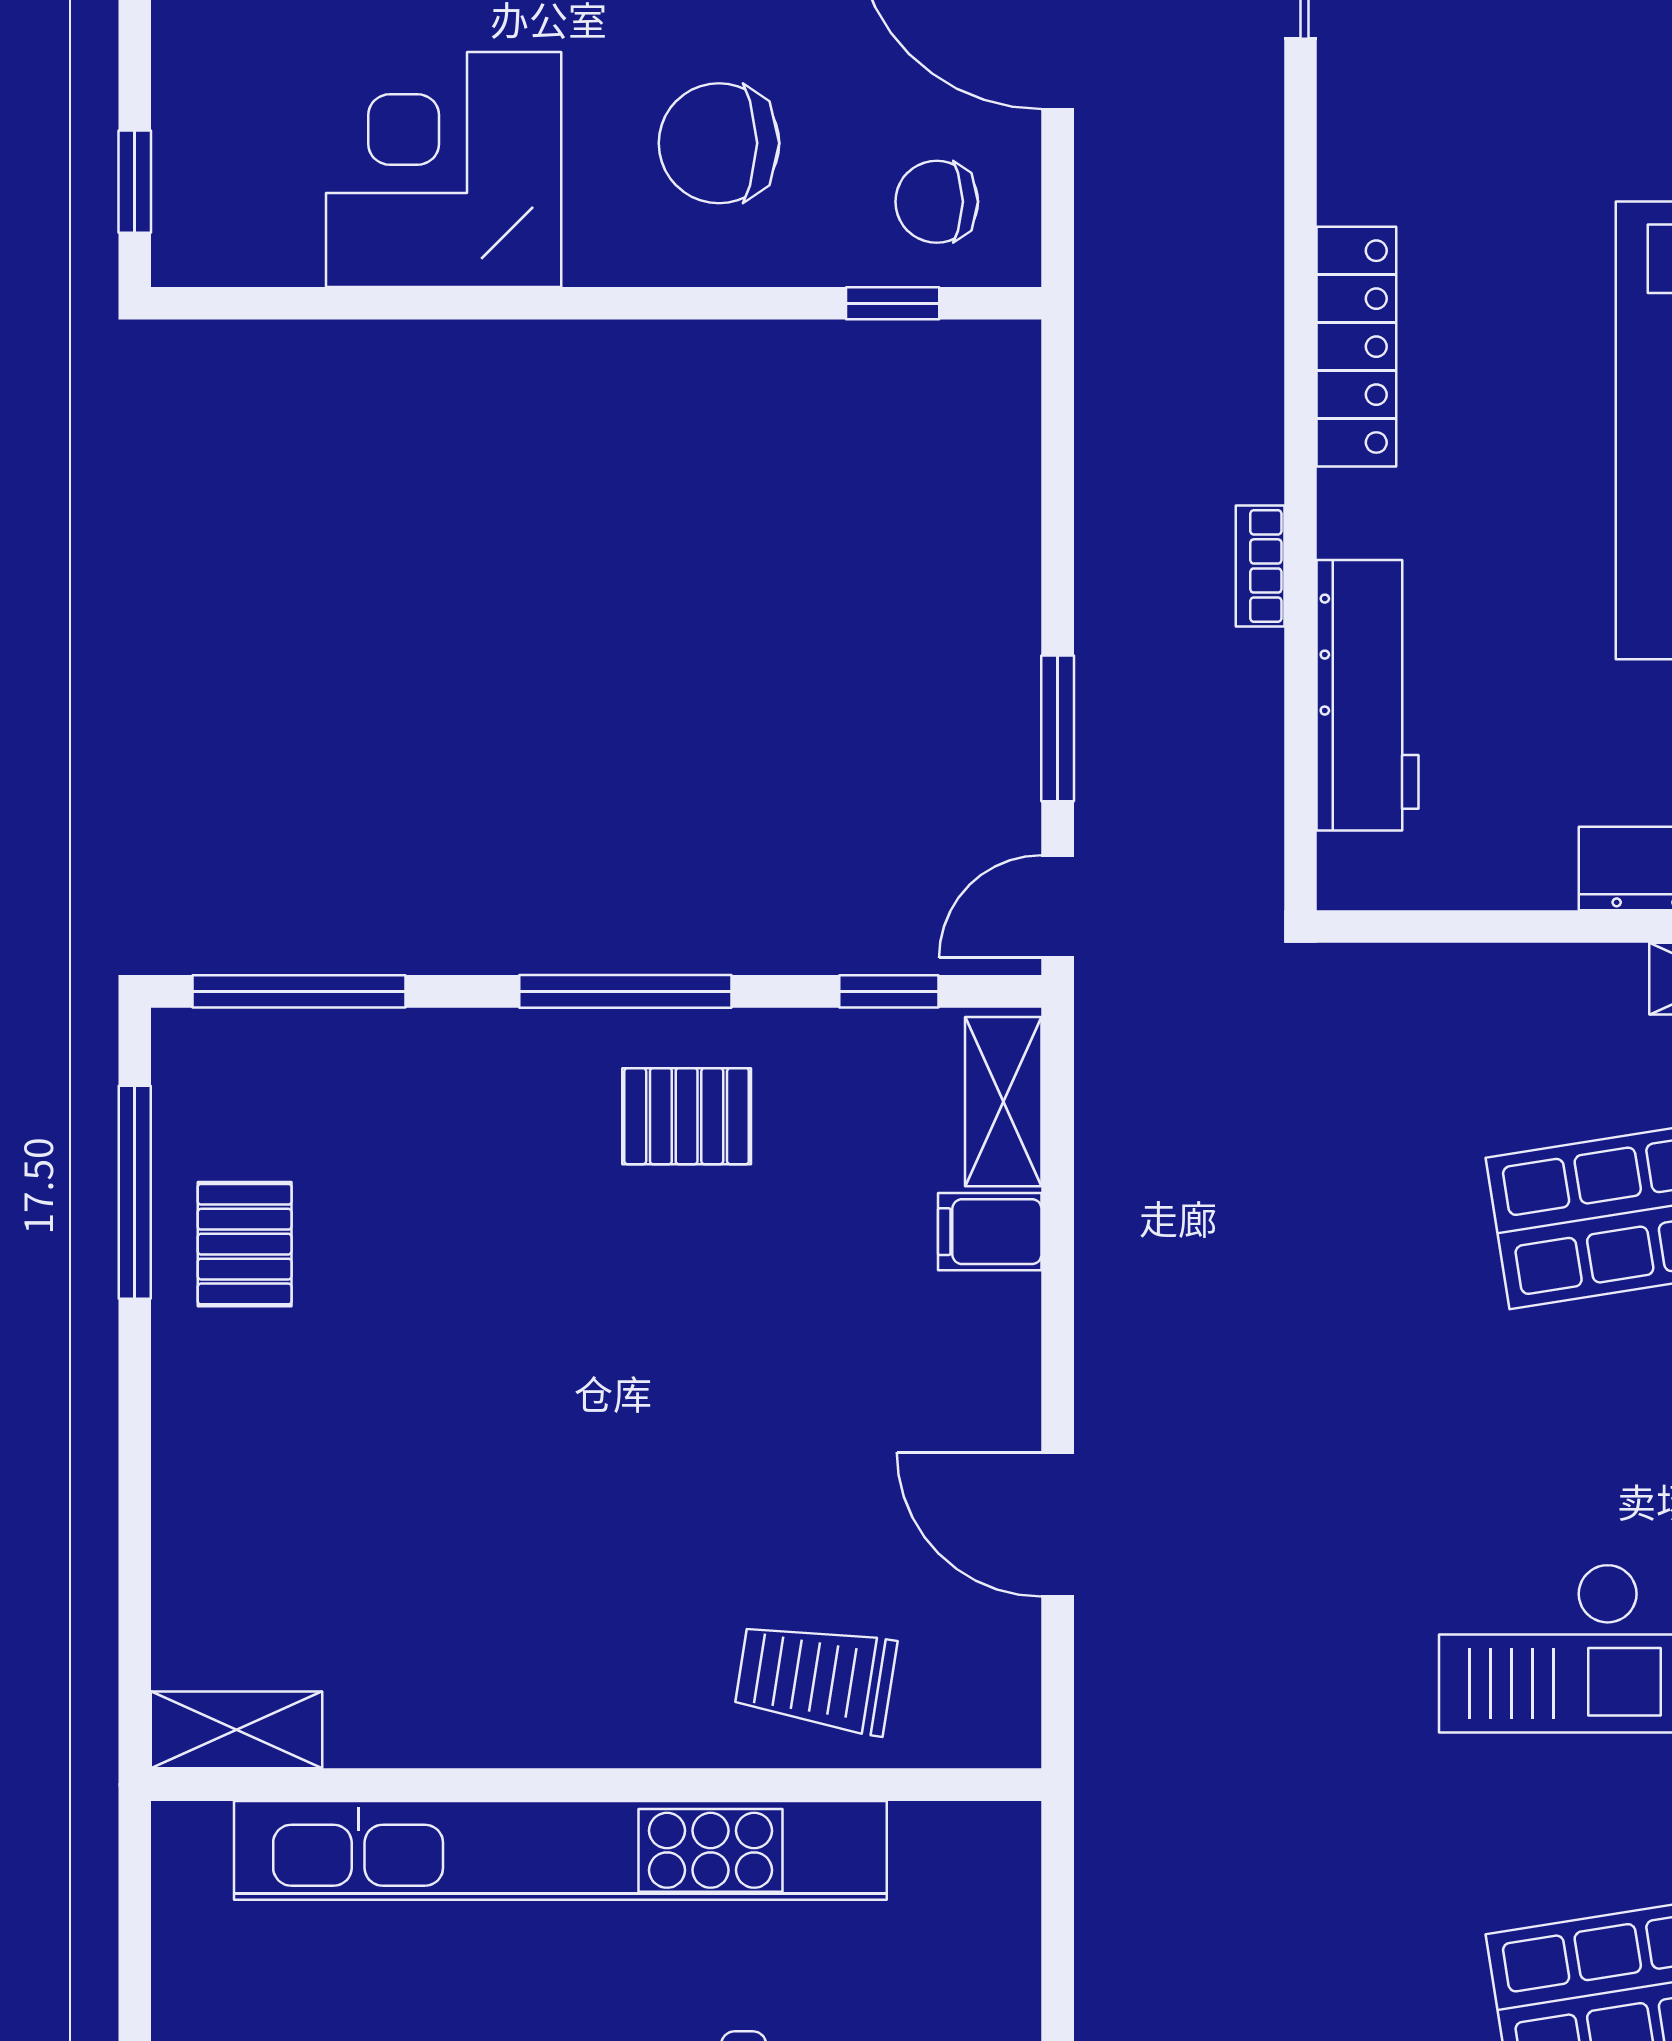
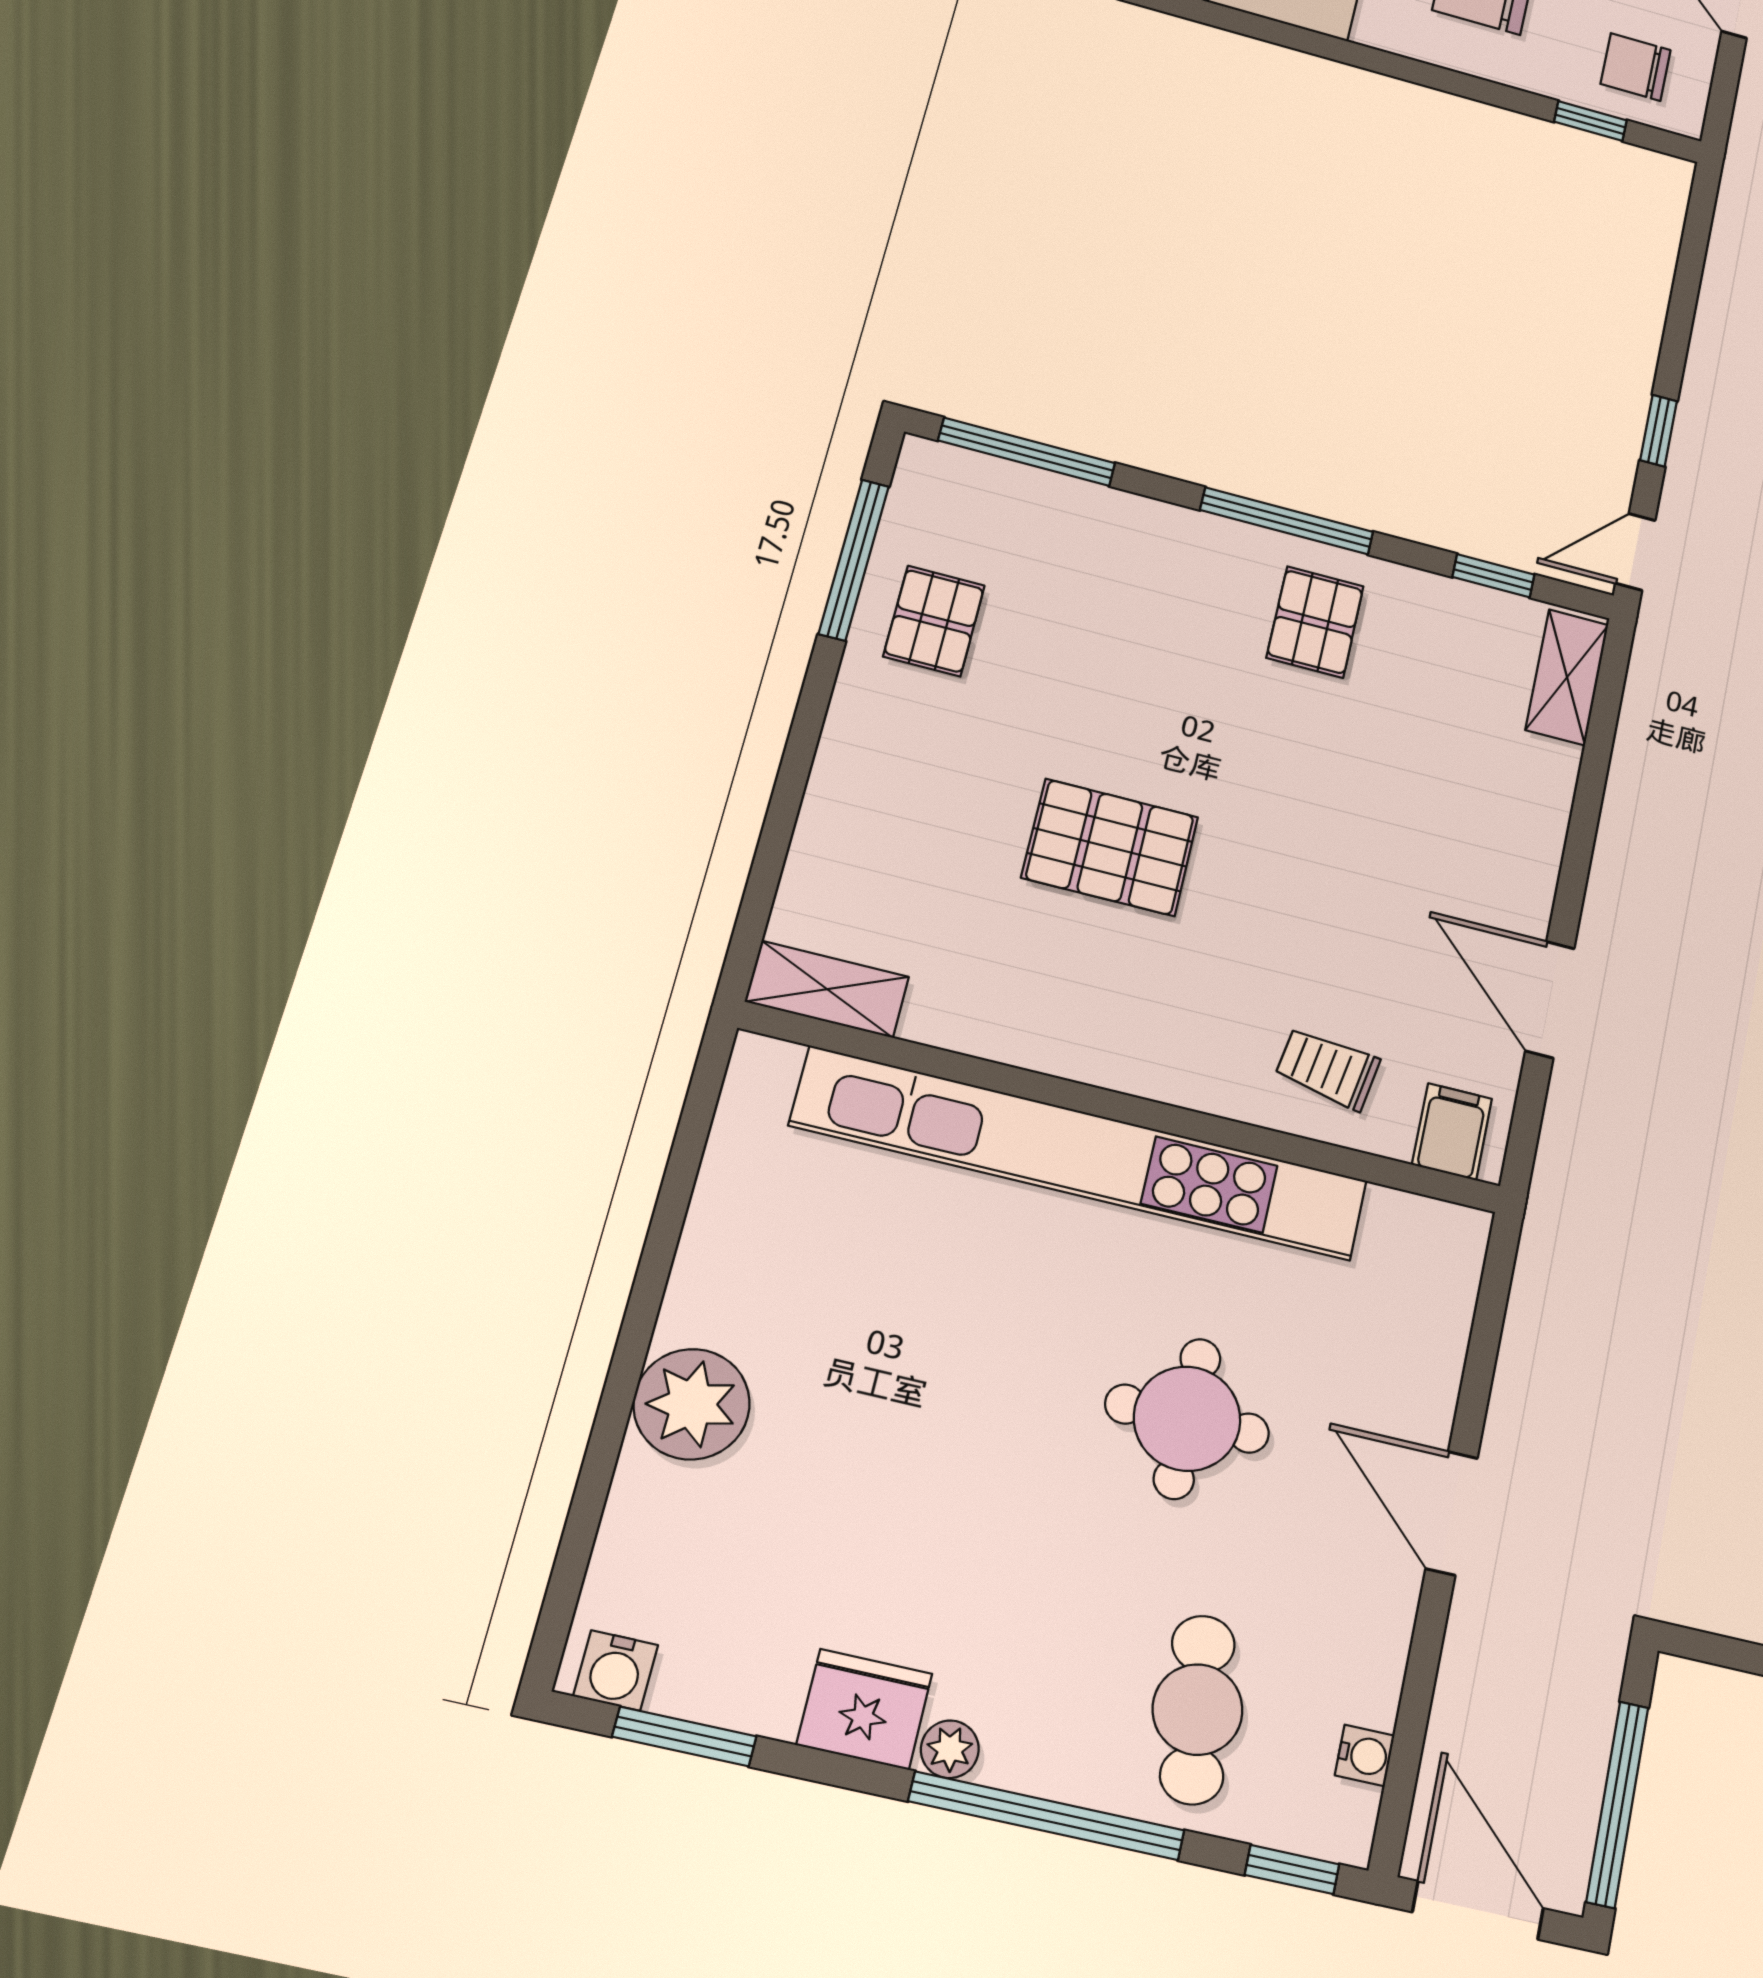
window: (1058, 728) -> (1659, 431), width x0.67
pallet: (687, 1116) -> (1315, 622), turned 90
filing cabinet: (990, 1232) -> (1452, 1132), moved, turned 90
pallet: (510, 1473) -> (1110, 847), added
trolley: (816, 1677) -> (1328, 1068), width x0.73, depth x0.72

